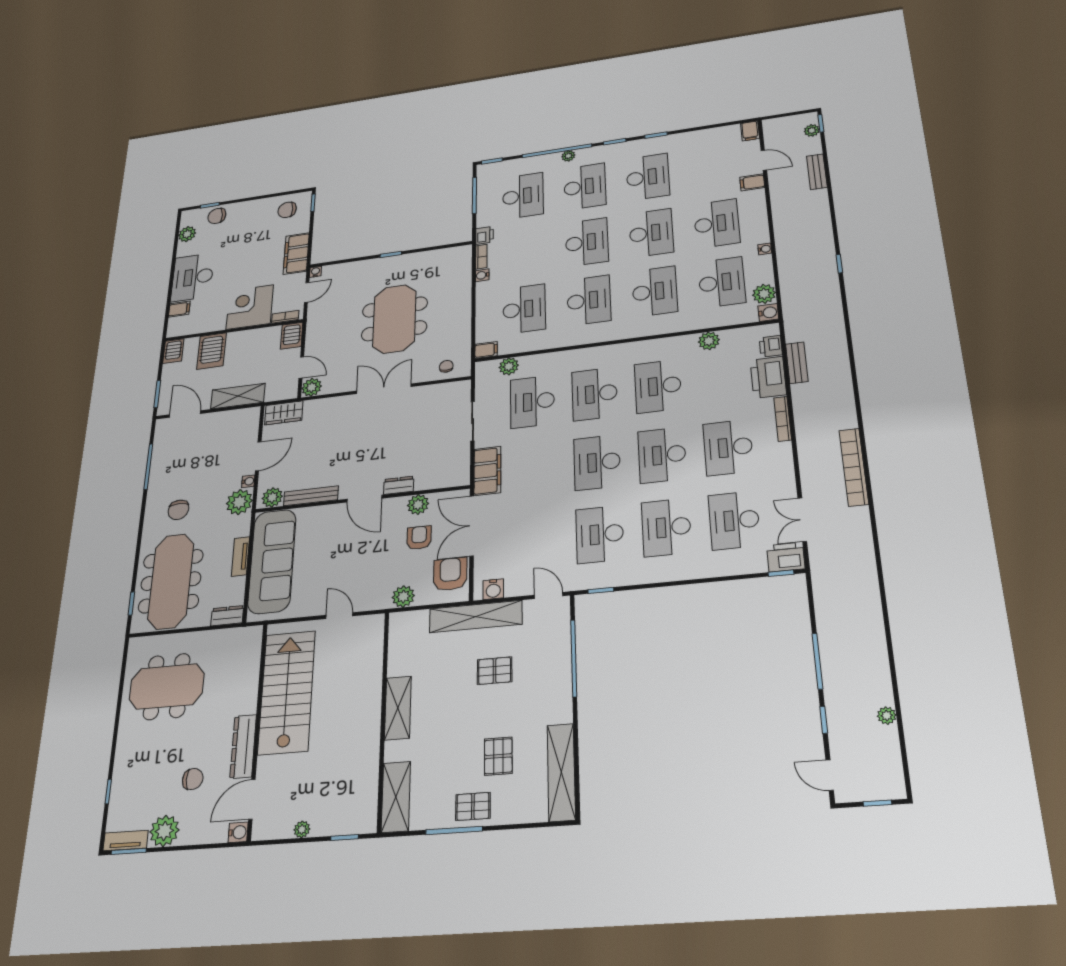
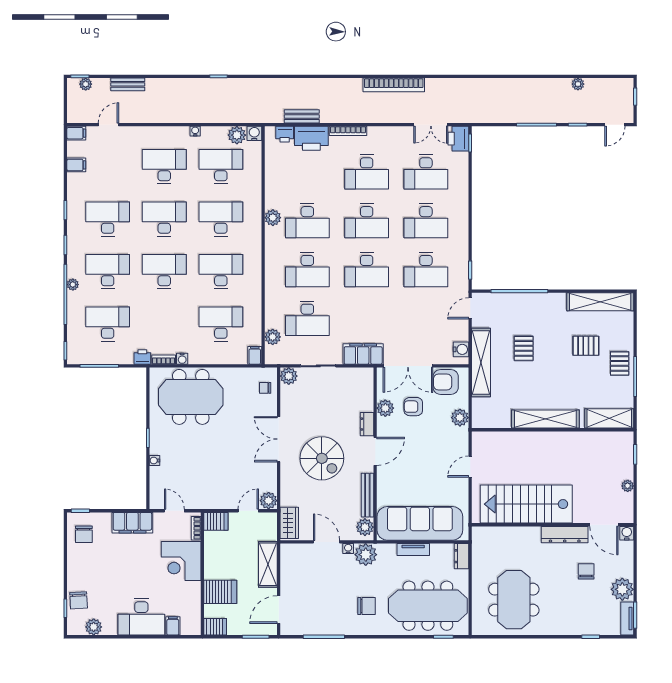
filing cabinet: (752, 182) -> (76, 165), moved, turned -90
water cooler: (315, 272) -> (154, 461), moved
meeting table: (394, 319) -> (191, 397), moved
plant: (709, 341) -> (273, 218), moved
plant: (460, 390) -> (289, 376), added
spiral stairs: (359, 439) -> (322, 458), added
shelving: (398, 708) -> (545, 419), width x1.47

